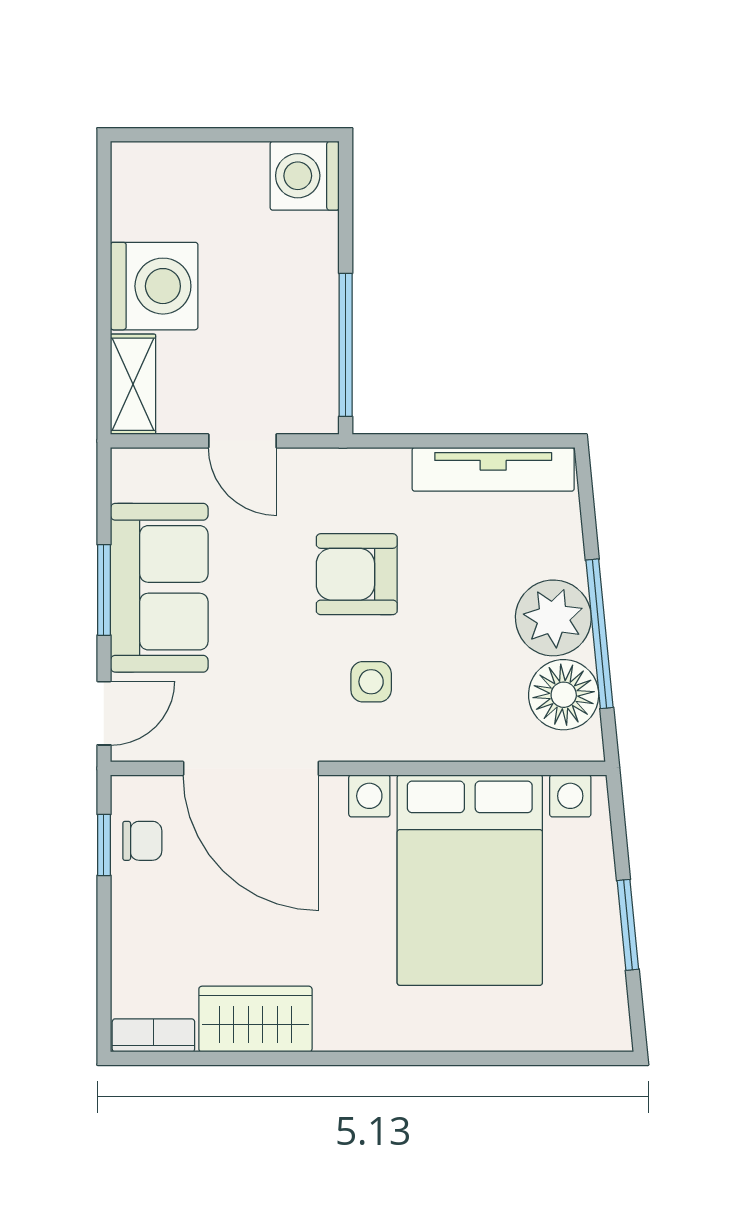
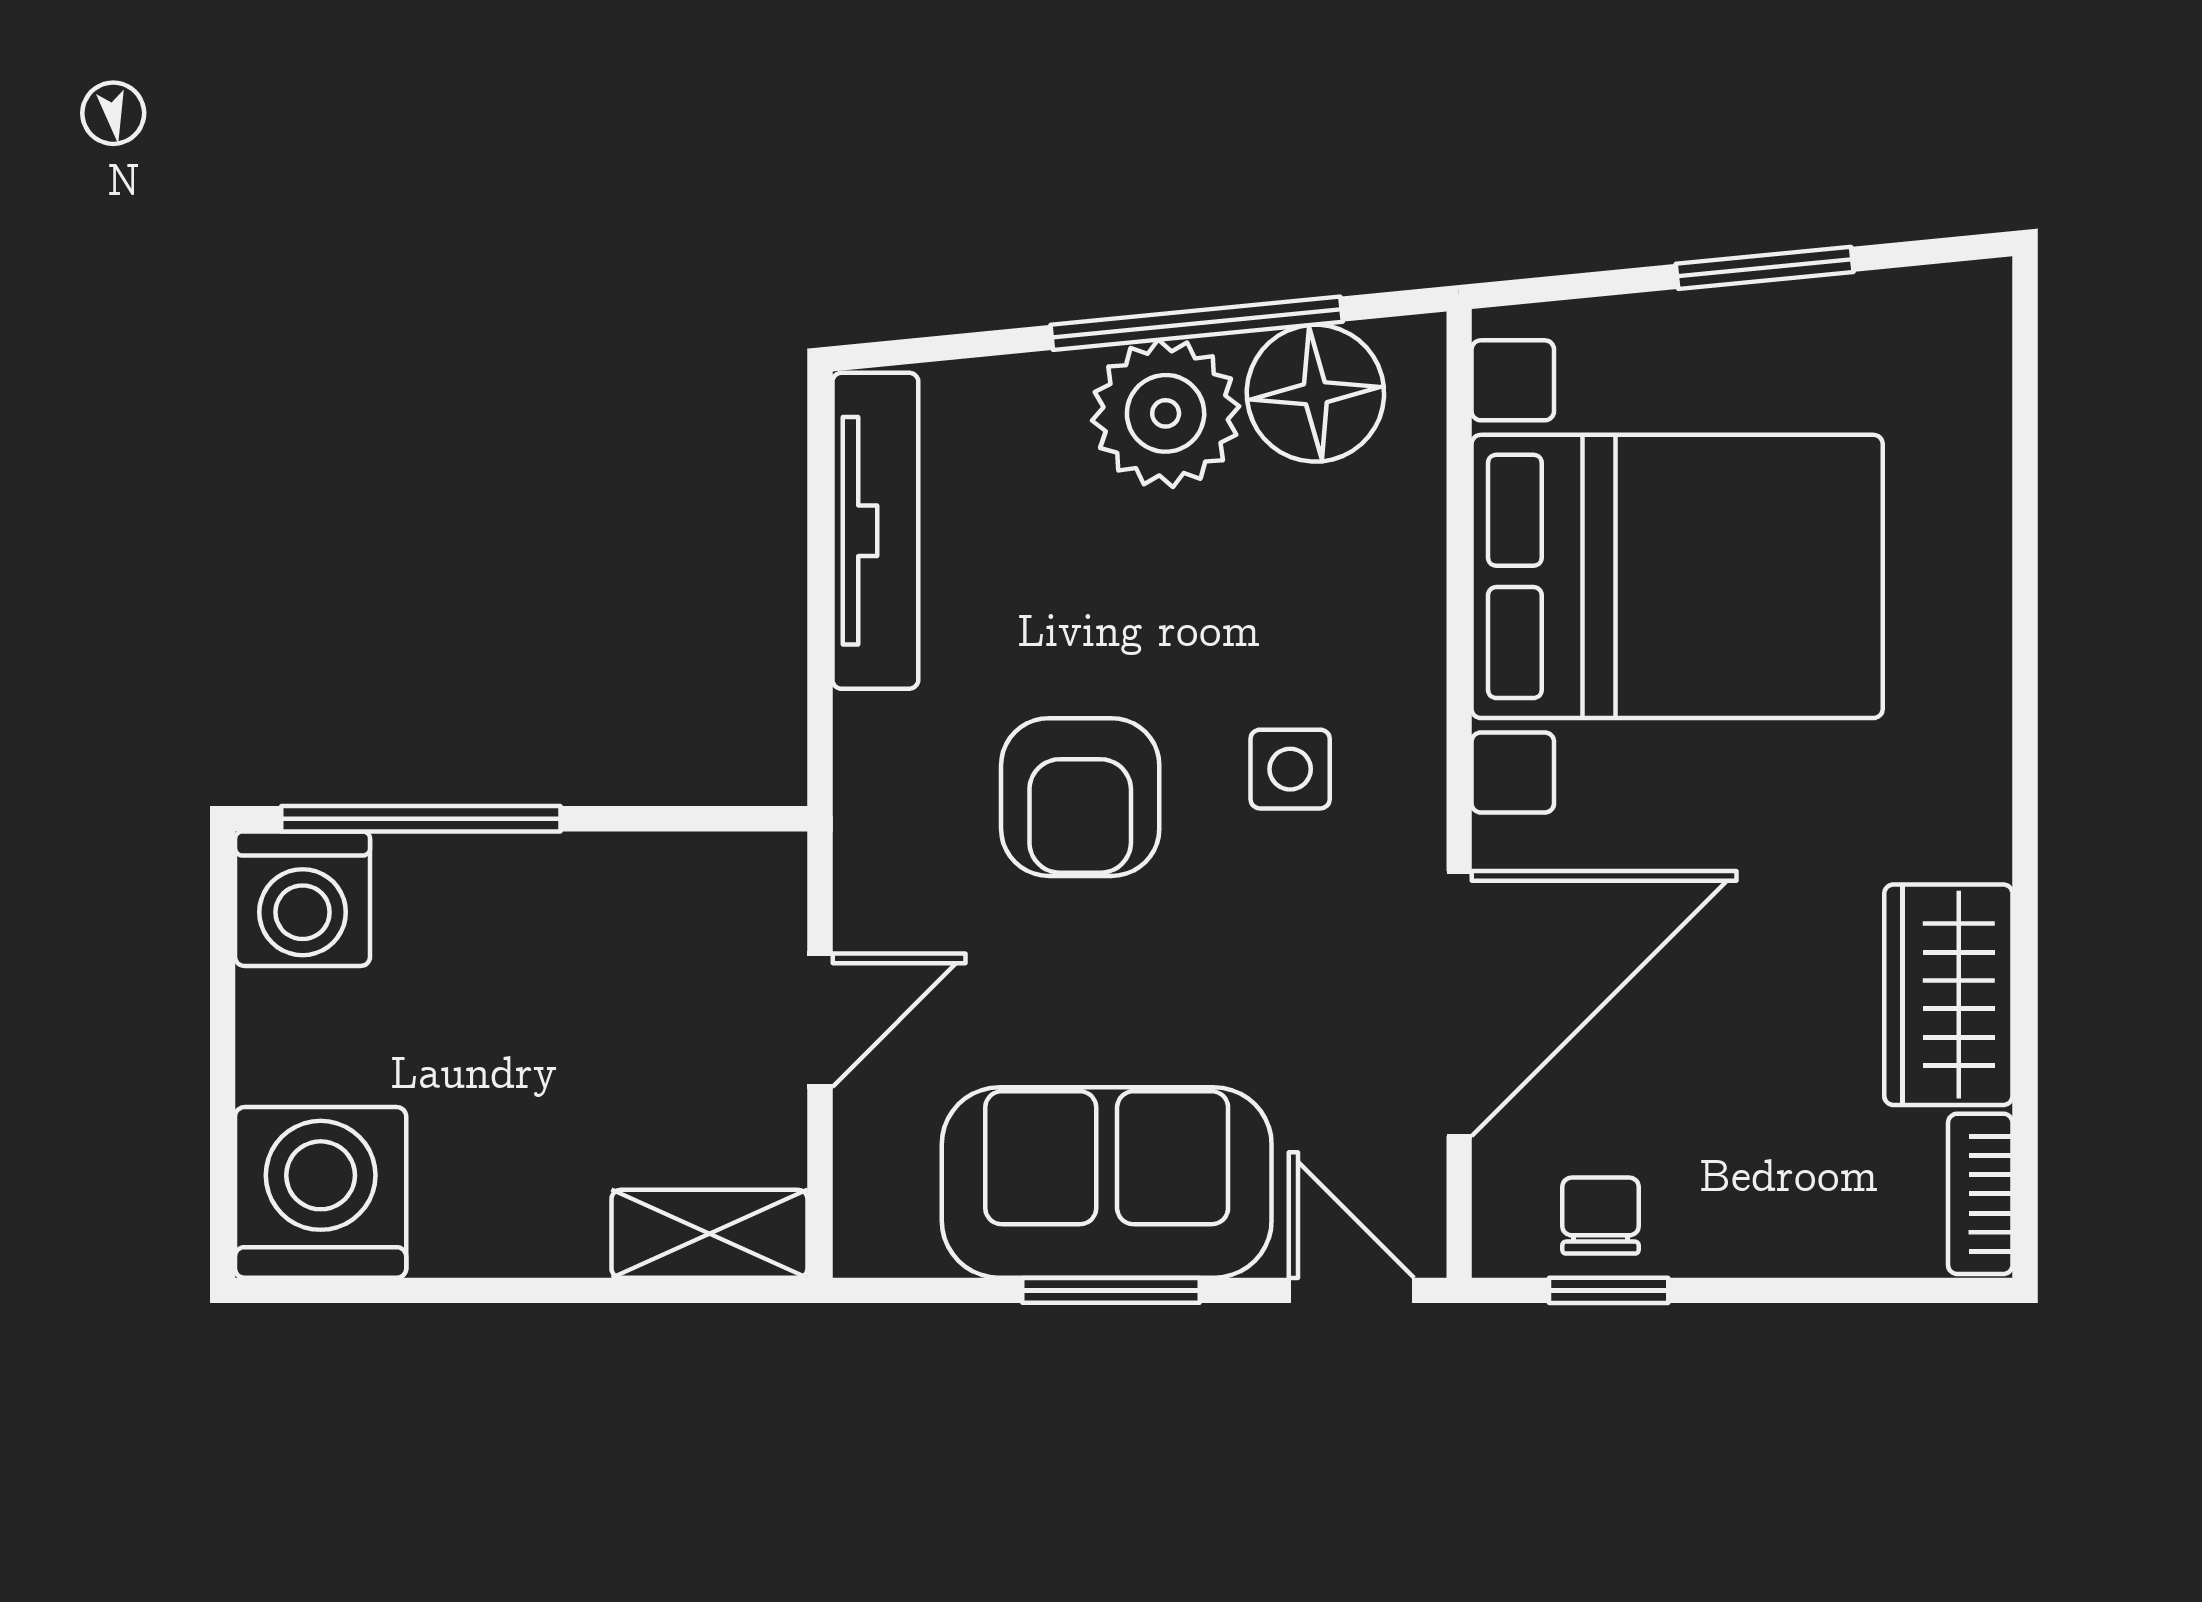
washing machine: (154, 286) -> (321, 1192), moved
window: (346, 345) -> (421, 819), moved

